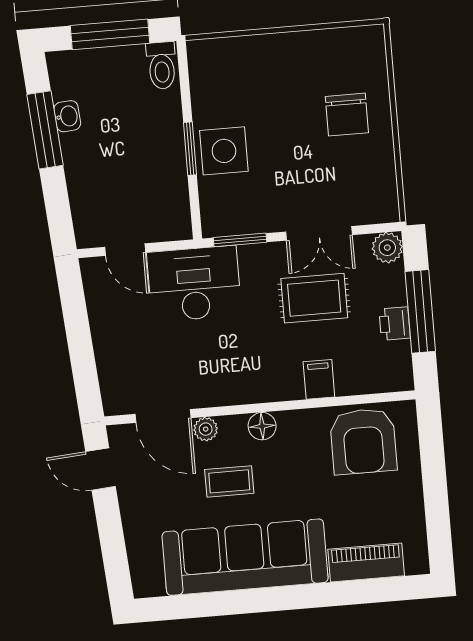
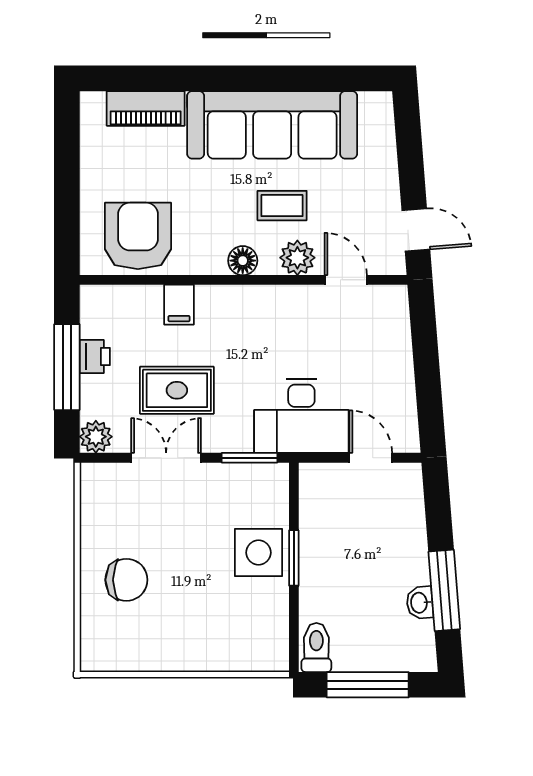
chair: (347, 115) -> (126, 580), turned 90
door: (163, 416) -> (346, 280), width x0.73
plant: (206, 429) -> (297, 258), width x1.38, depth x1.38

